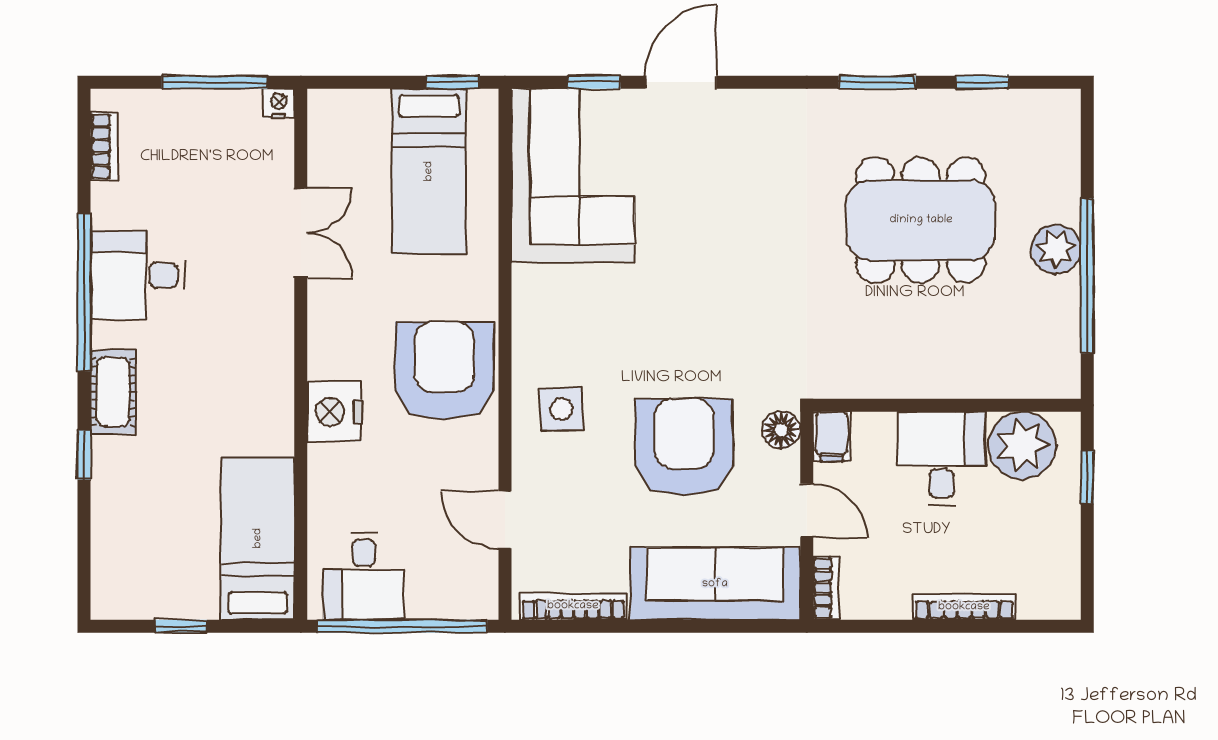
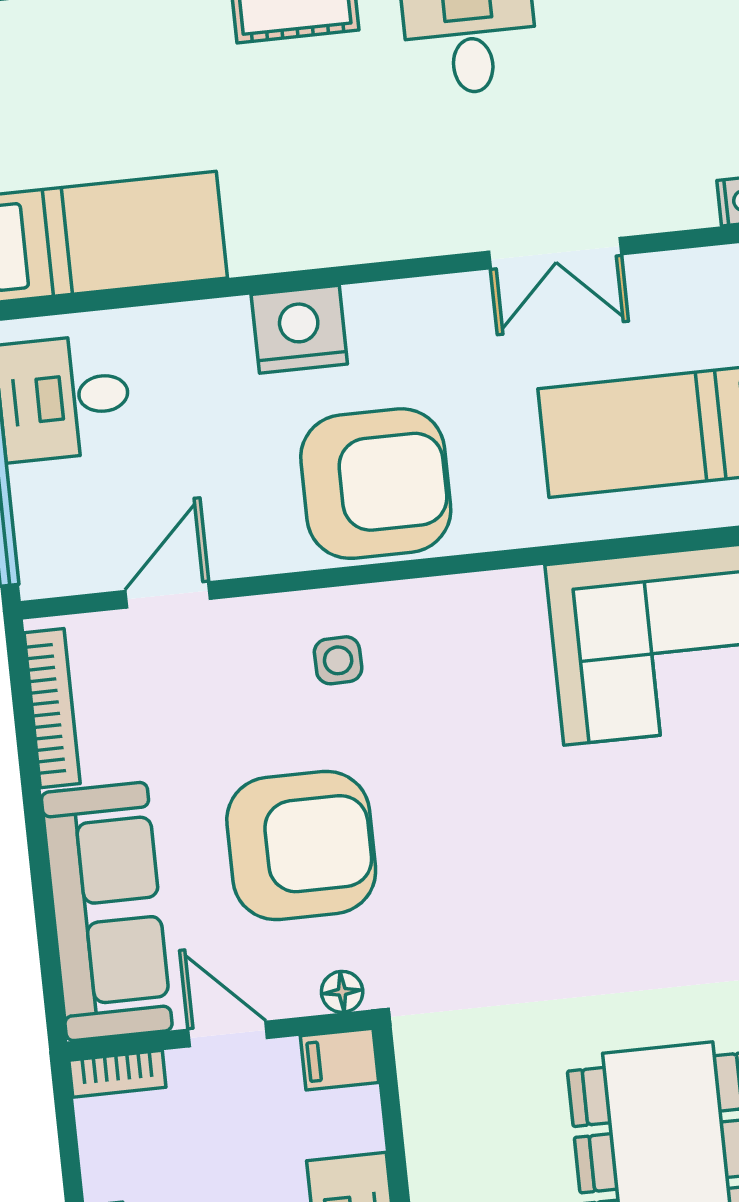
side table: (561, 409) -> (338, 660), width x0.73, depth x0.73
floor lamp: (781, 430) -> (342, 992), width x0.73, depth x0.73
door: (807, 511) -> (228, 1034), swing flipped

